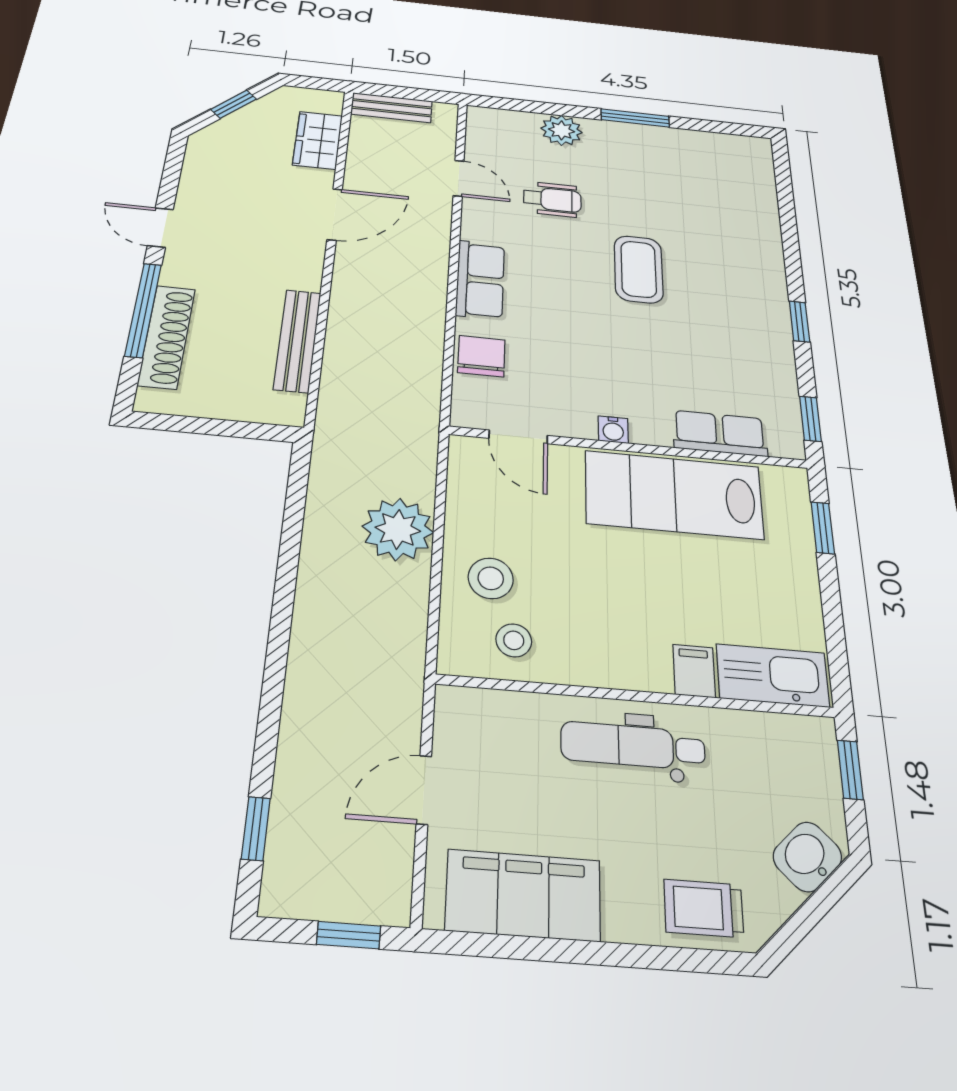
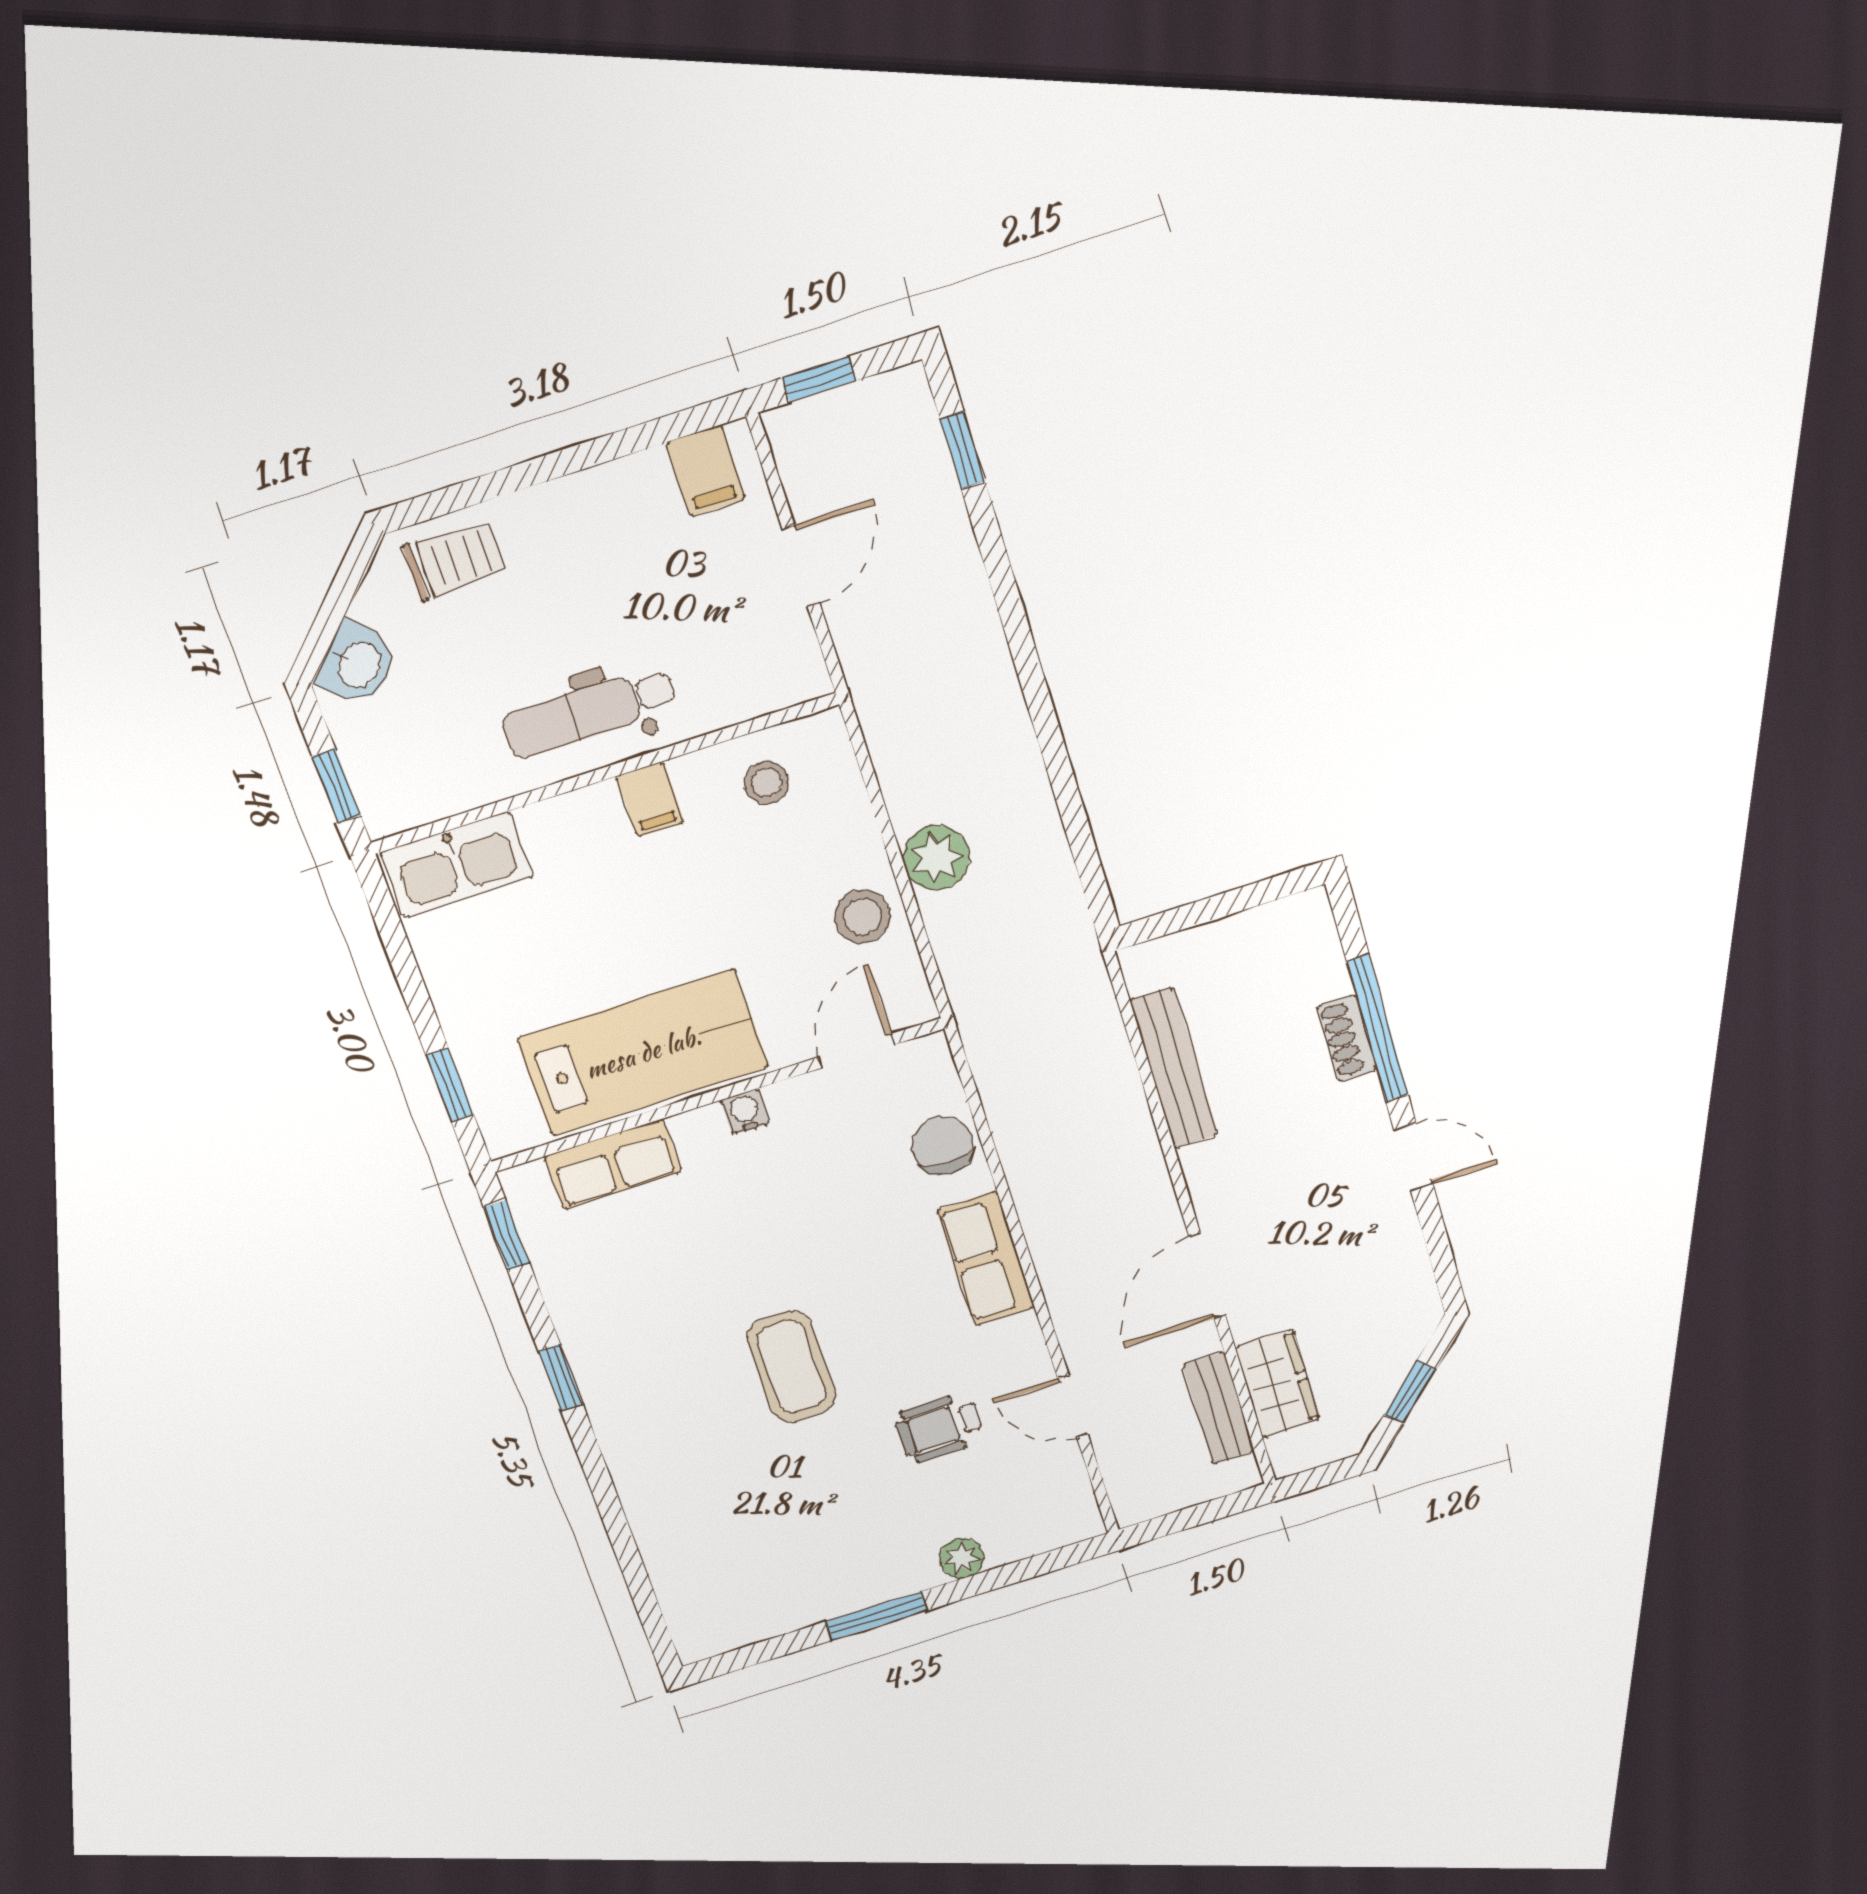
bench: (392, 108) -> (1219, 1408), moved, turned 90
plant: (562, 130) -> (962, 1558), width x0.73, depth x0.73
shoe rack: (167, 337) -> (1347, 1038), width x0.51, depth x0.81
chair: (481, 356) -> (942, 1146), turned 180
door: (518, 437) -> (856, 1051), hinge flipped
plant: (398, 529) -> (936, 858), width x0.73, depth x0.73
stool: (491, 578) -> (863, 917), moved
filing cabinet: (694, 671) -> (650, 799), moved
dental chair: (633, 746) -> (589, 712), turned 180
filing cabinet: (523, 895) -> (706, 471), width x0.33, depth x0.86

